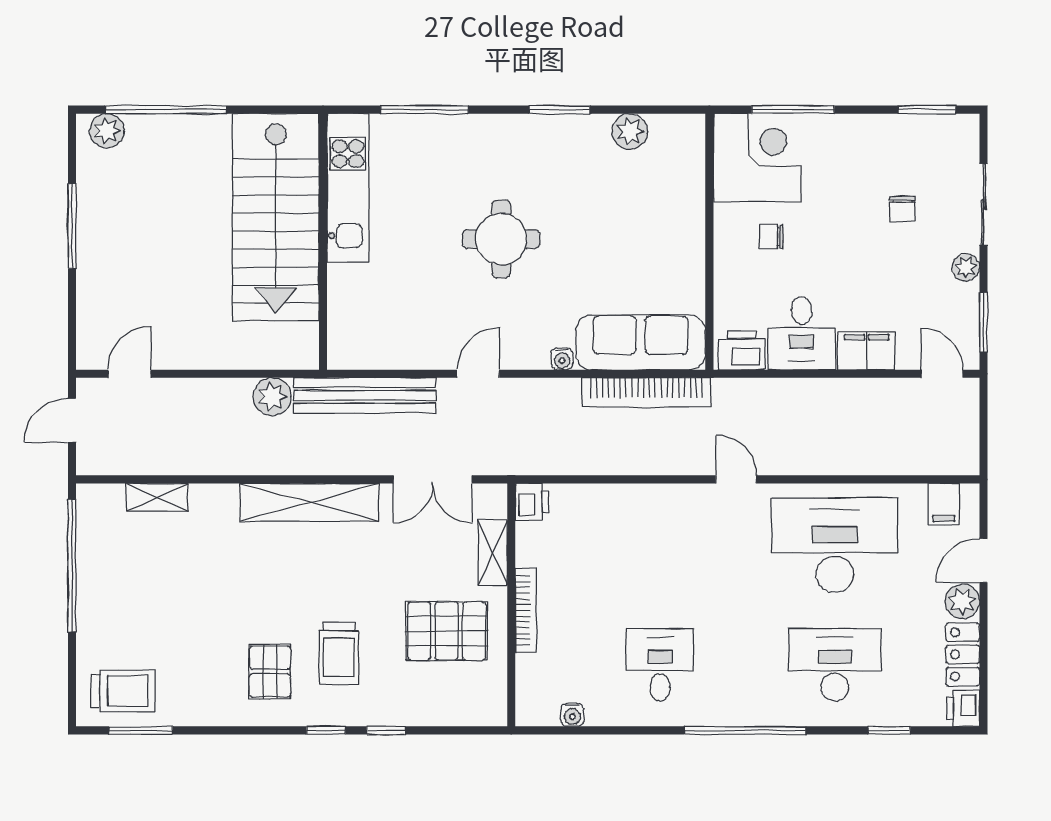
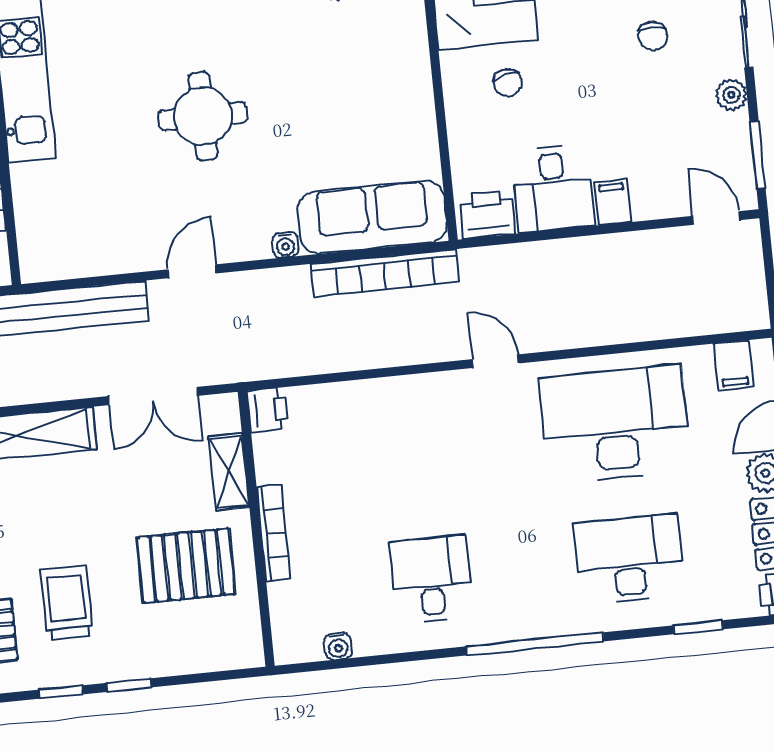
chair: (771, 237) -> (508, 83), turned -102
filing cabinet: (867, 351) -> (612, 202), width x0.50
trolley: (339, 653) -> (67, 603), turned 180

